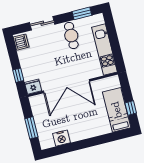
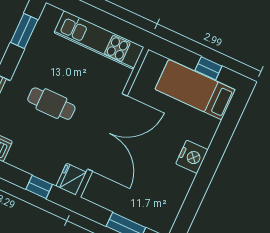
cafe table: (71, 36) -> (51, 104), moved
nightstand: (61, 138) -> (192, 157), moved

